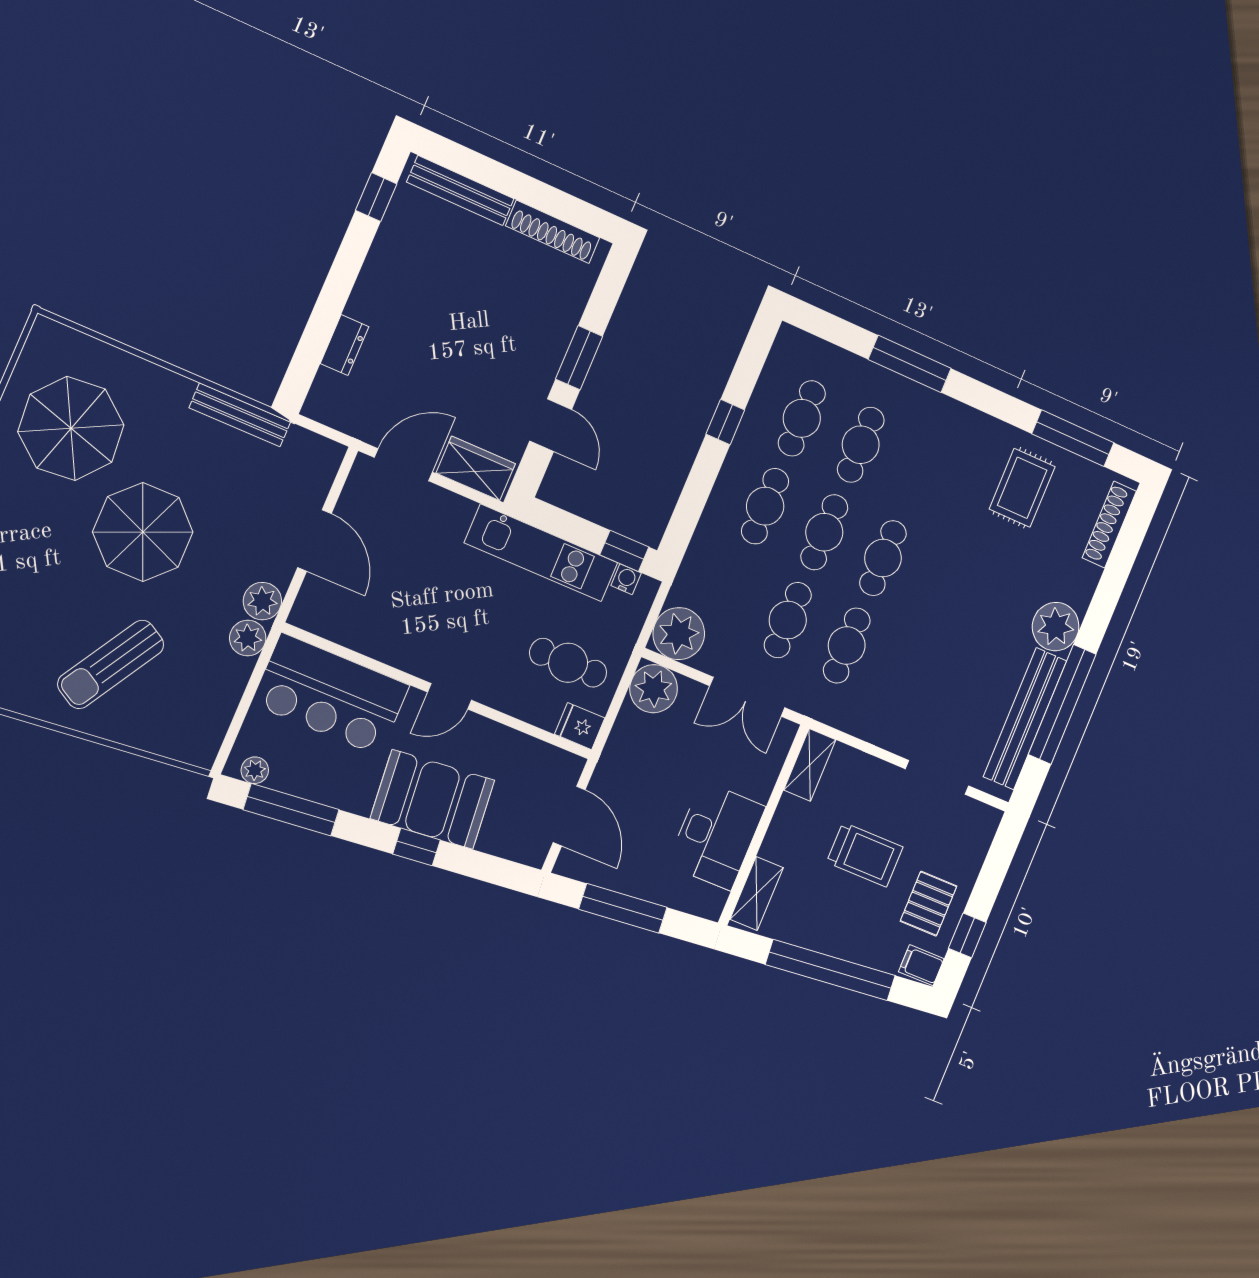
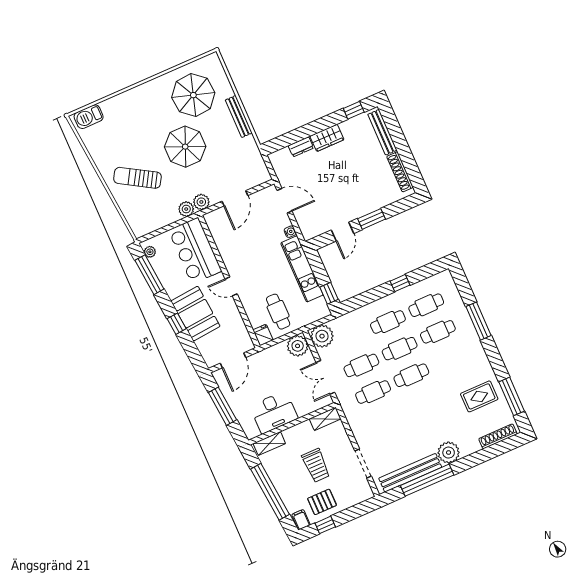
bench: (240, 415) -> (239, 116), moved
wardrobe: (476, 468) -> (327, 138), moved, turned 90
water cooler: (626, 579) -> (290, 232), moved

